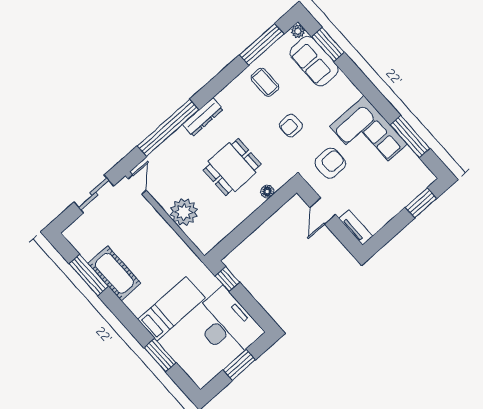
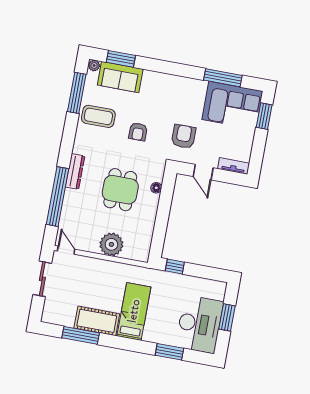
coffee table: (265, 82) -> (98, 116), width x1.36, depth x1.30
corner sofa: (368, 135) -> (232, 105), moved
bed: (171, 309) -> (134, 311), moved
desk: (226, 324) -> (199, 324), moved, turned 90

